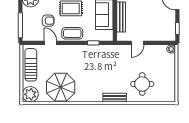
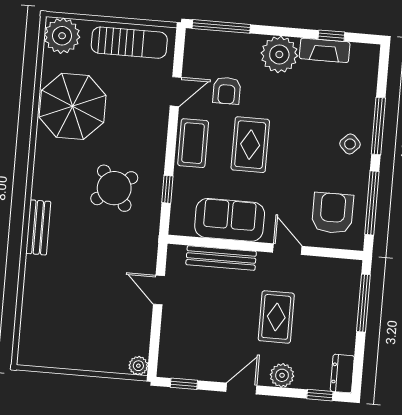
round table: (142, 84) -> (114, 188), moved, turned -36

